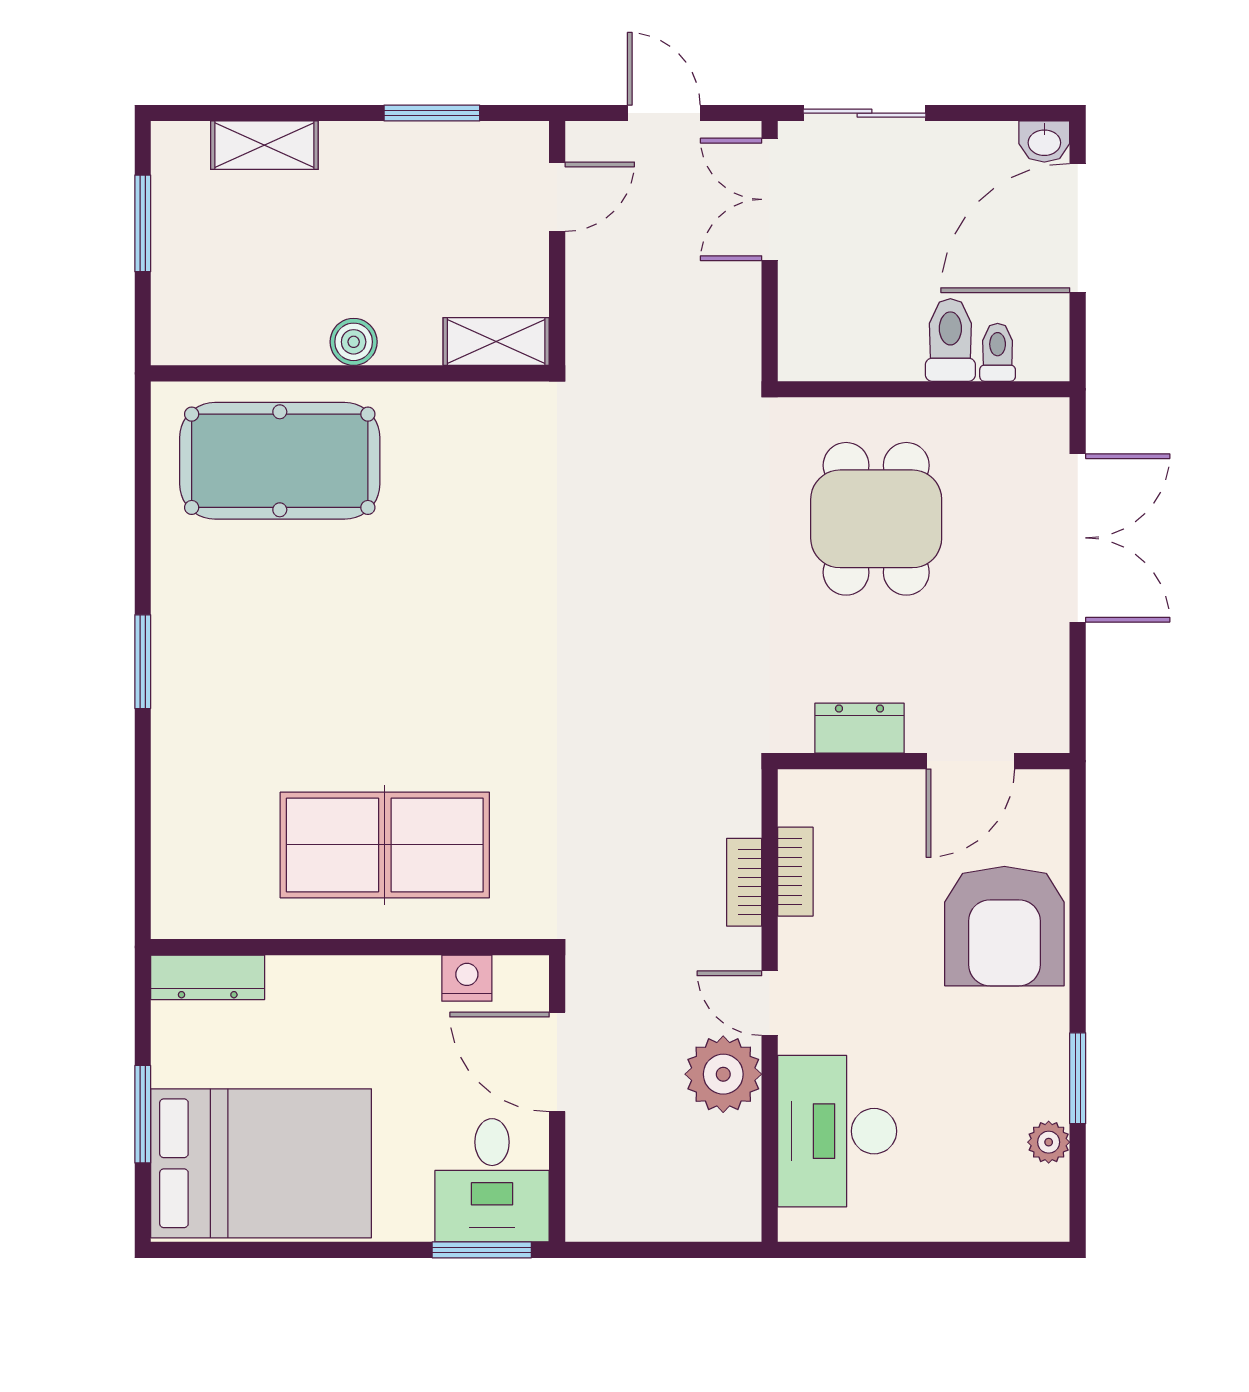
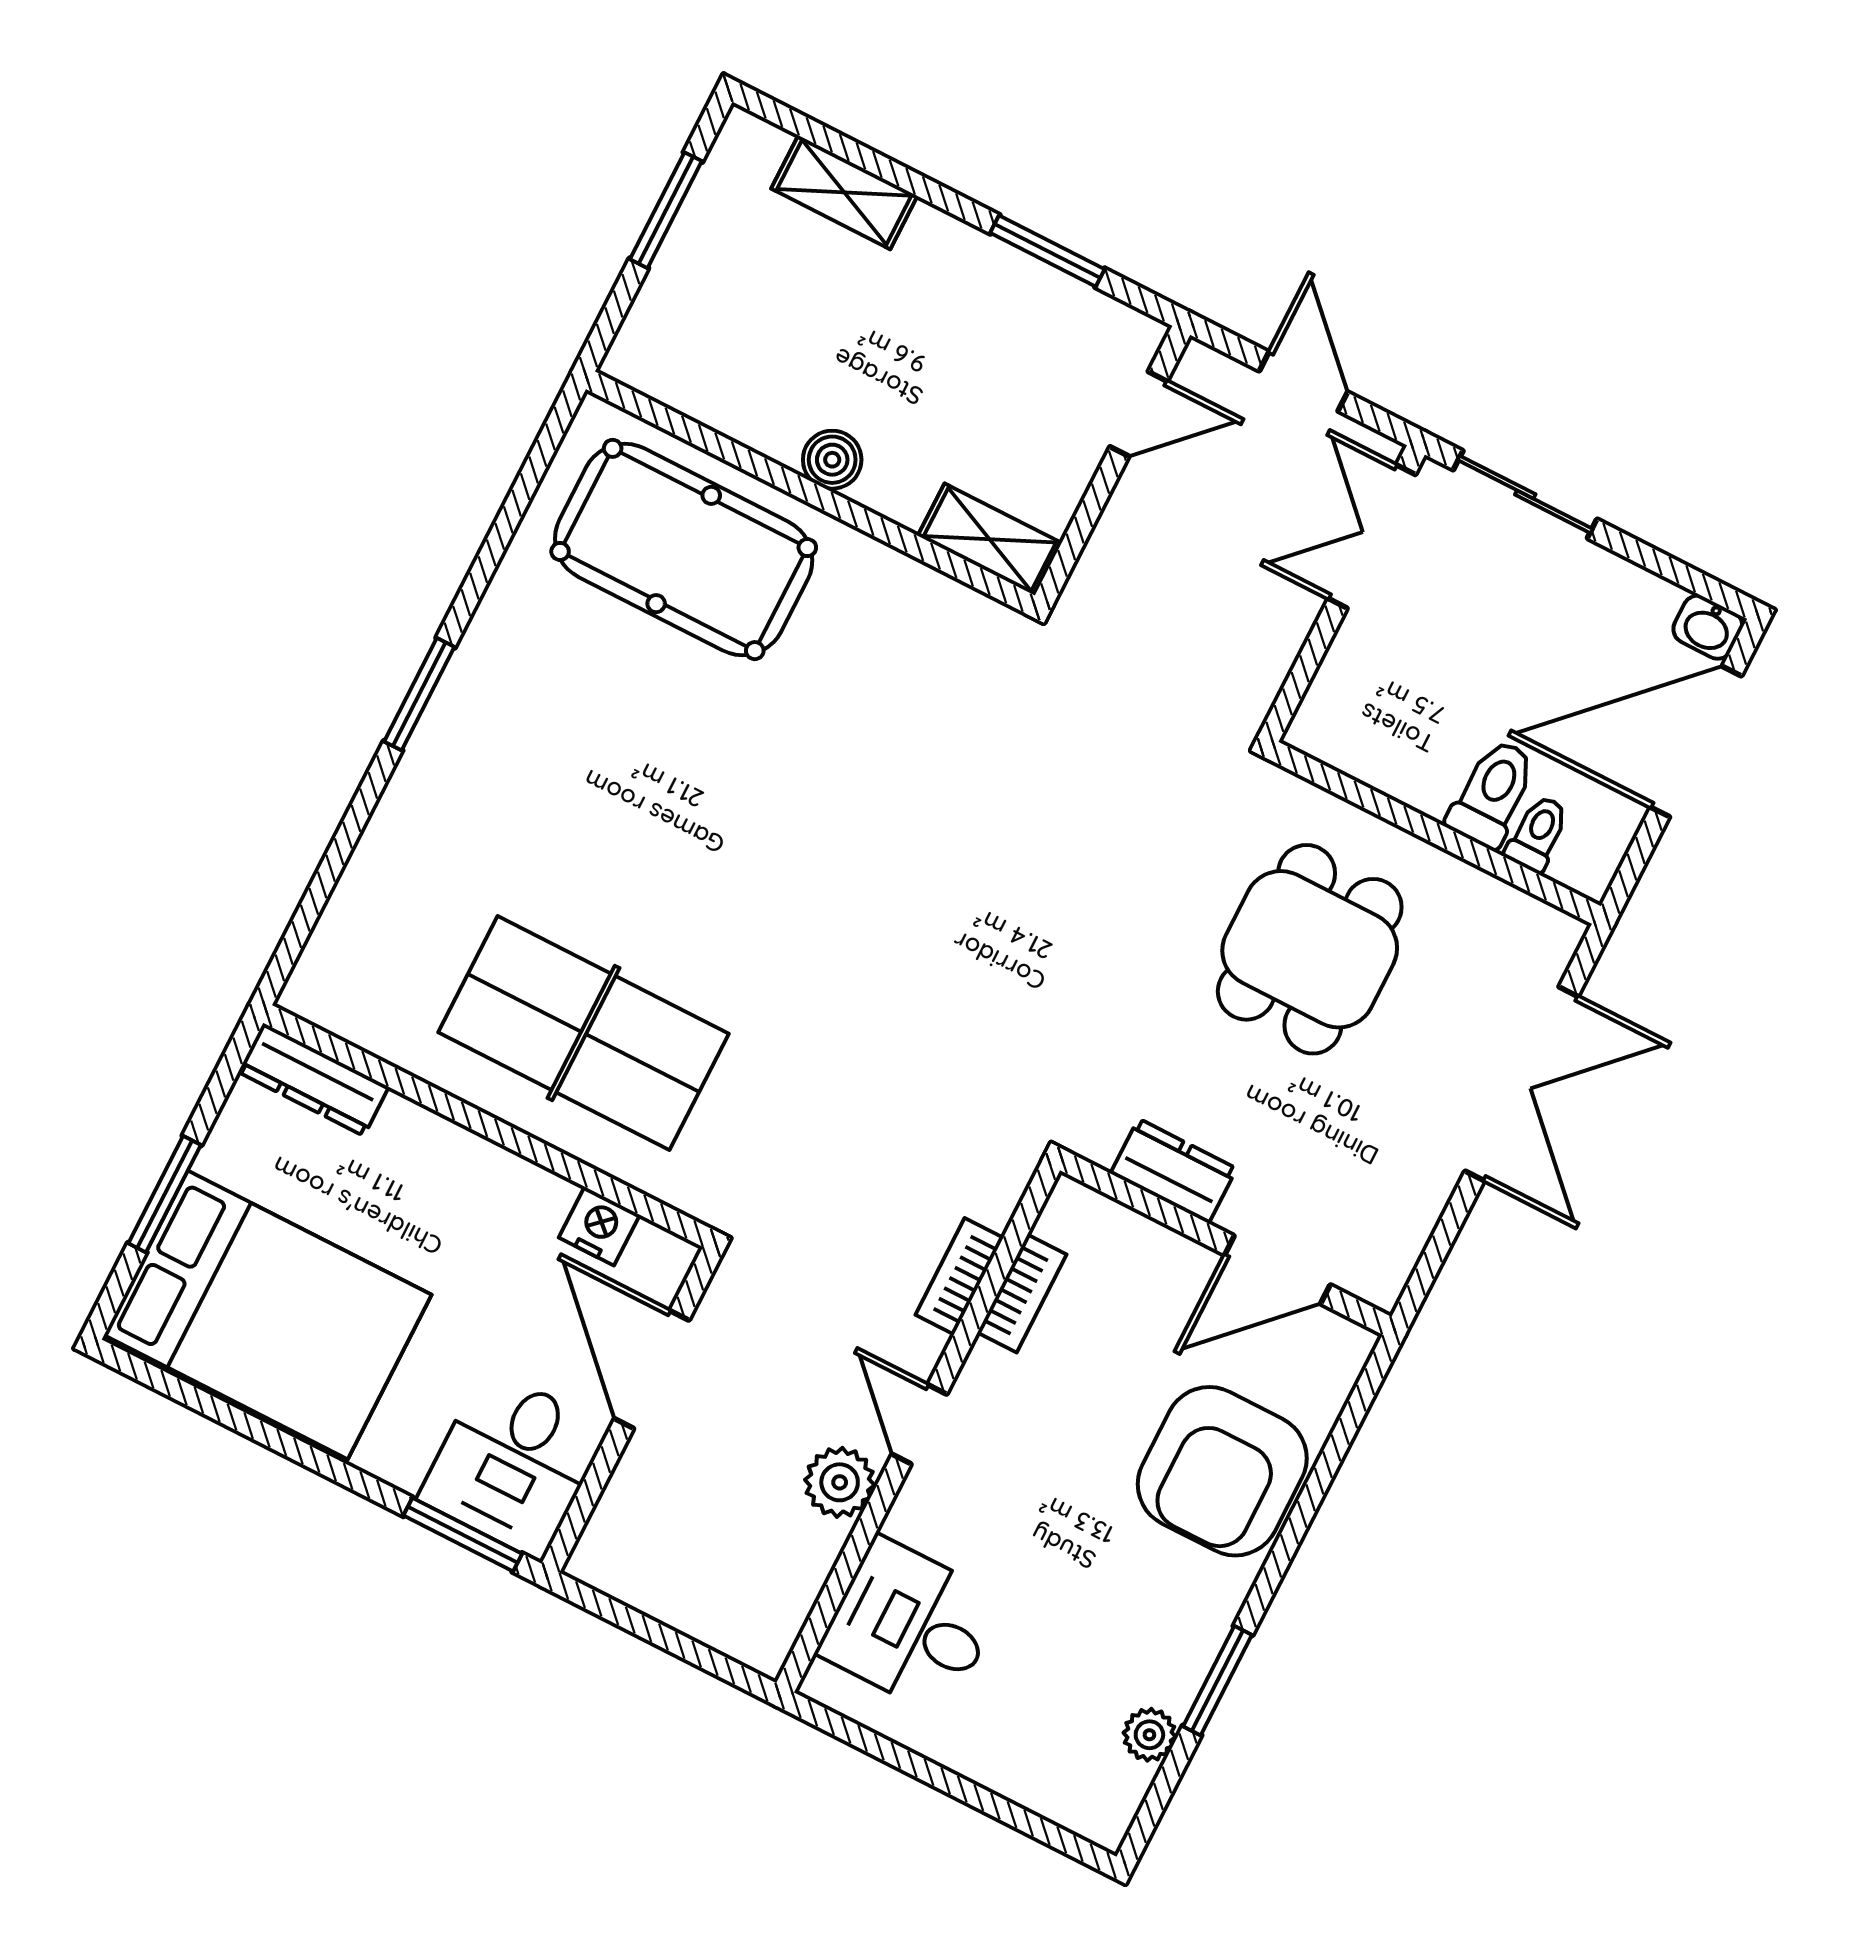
plant: (723, 1074) -> (840, 1482), width x0.73, depth x0.73
desk: (837, 1131) -> (910, 1626), width x0.73

